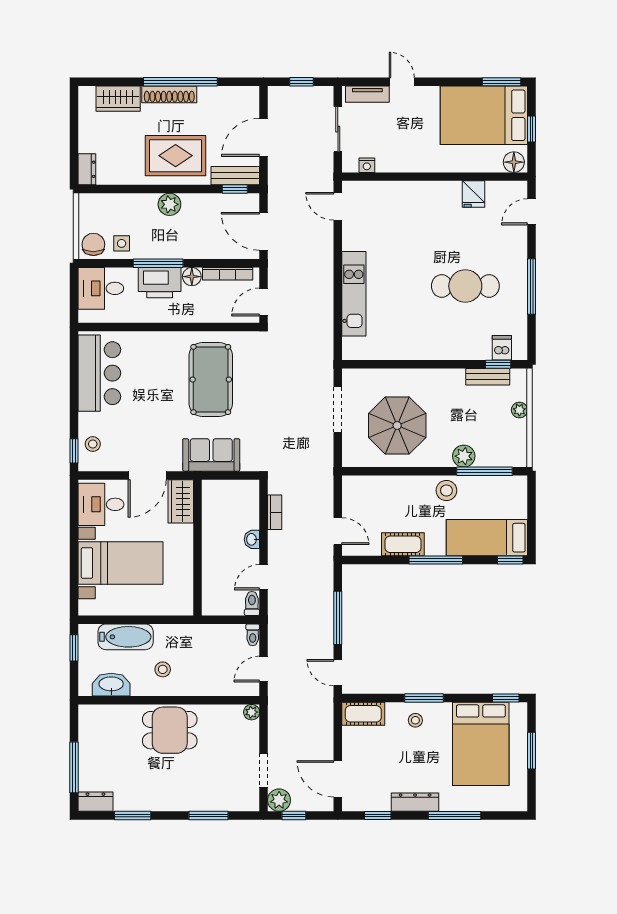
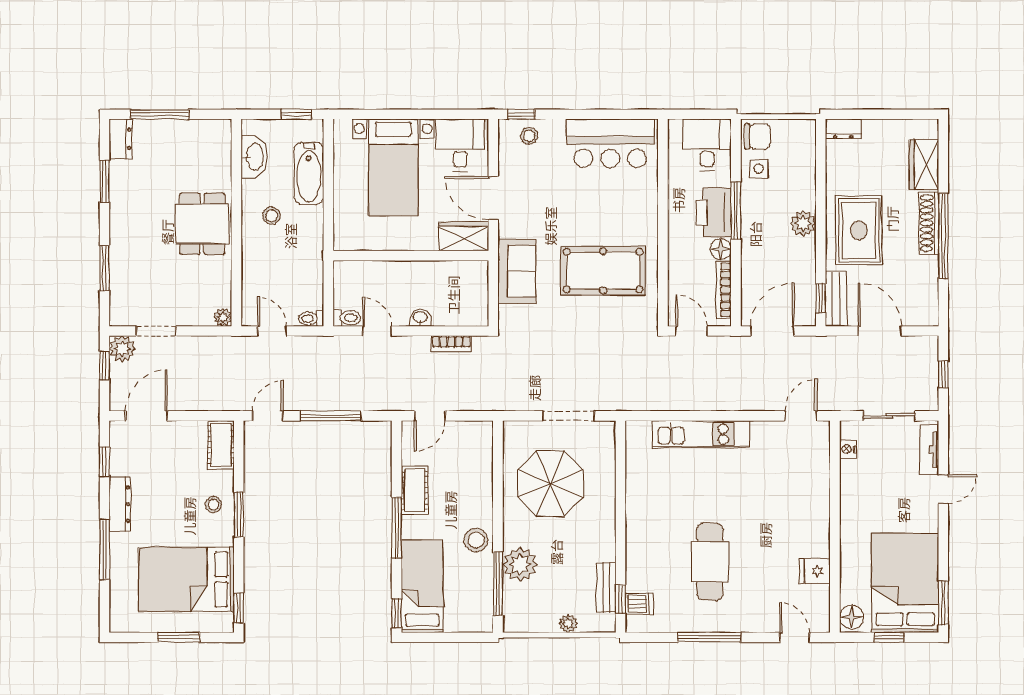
plant: (464, 456) -> (520, 564), width x1.36, depth x1.36

